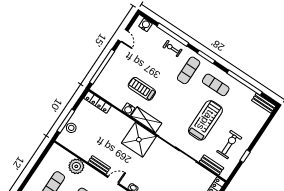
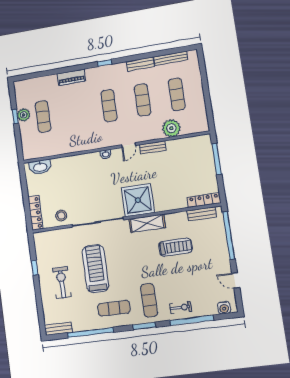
water cooler: (129, 109) -> (171, 219), removed
treadmill: (205, 120) -> (95, 269), turned 180
stool: (71, 128) -> (61, 216), moved
exercise bike: (229, 145) -> (62, 283), moved, turned 180
bench: (211, 165) -> (202, 214), moved

